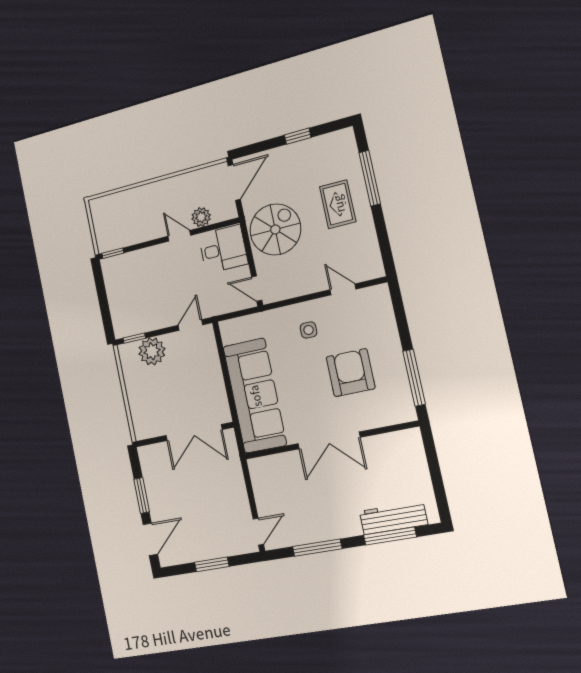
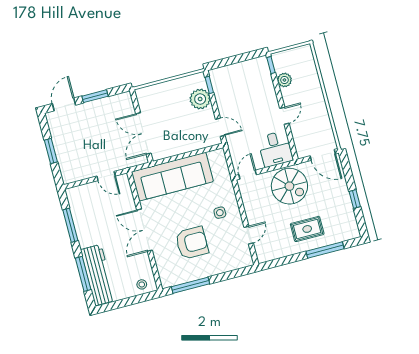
plant: (201, 217) -> (284, 80), moved
stool: (410, 450) -> (142, 284), added
workbench: (393, 518) -> (98, 275), width x1.36, depth x1.32
door: (258, 532) -> (106, 176), moved
door: (150, 539) -> (64, 104), swing flipped

